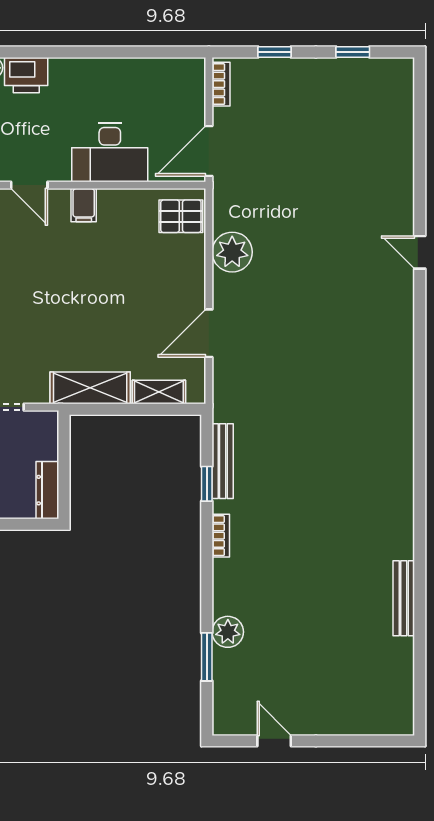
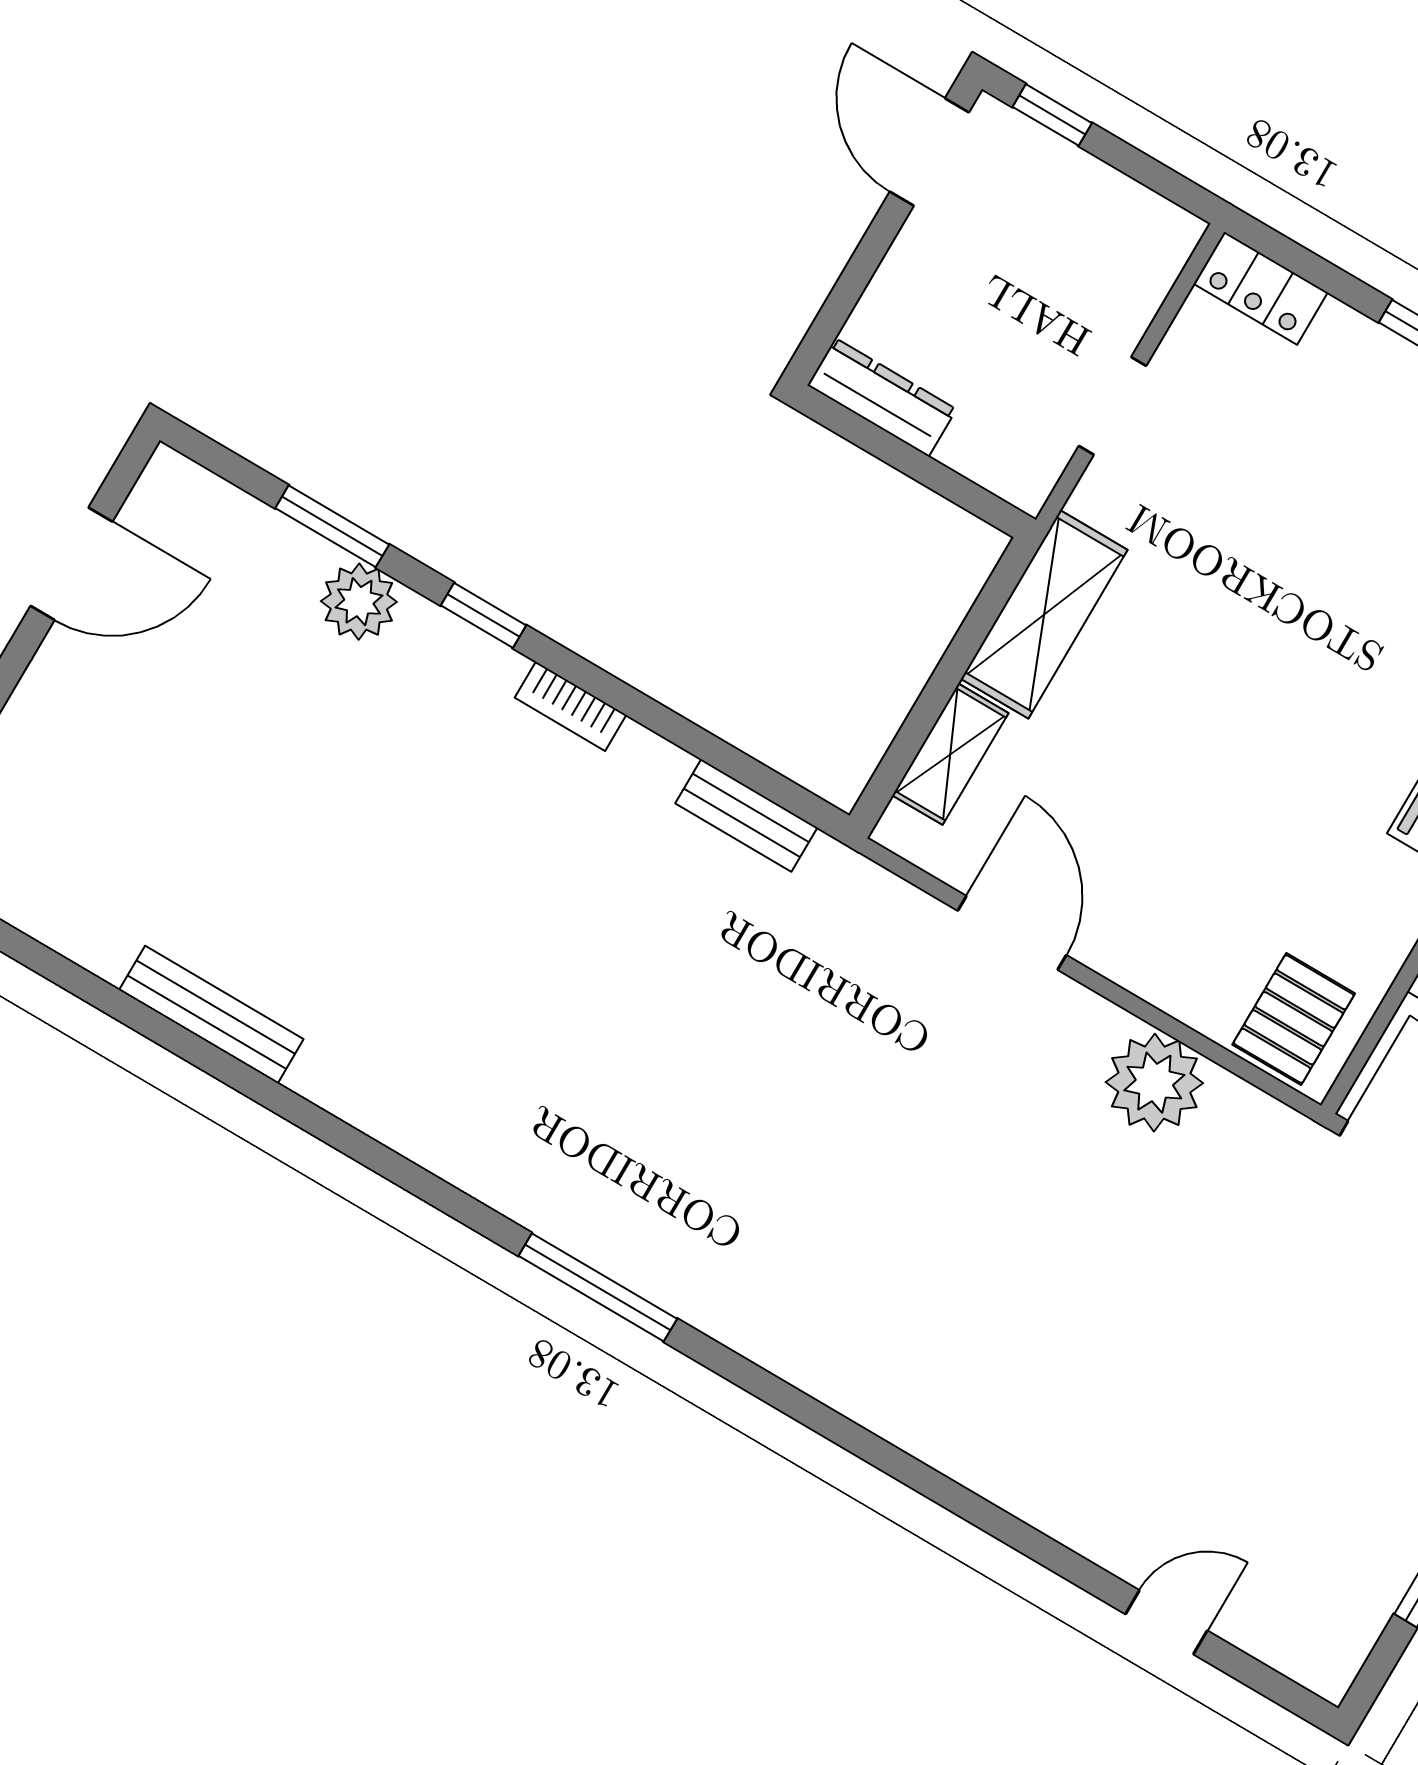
door: (420, 252) -> (1166, 1622), moved
window: (420, 406) -> (598, 1287), added
bench: (223, 461) -> (746, 815), width x0.73
window: (207, 484) -> (483, 615), moved
door: (274, 741) -> (72, 564), width x1.38

